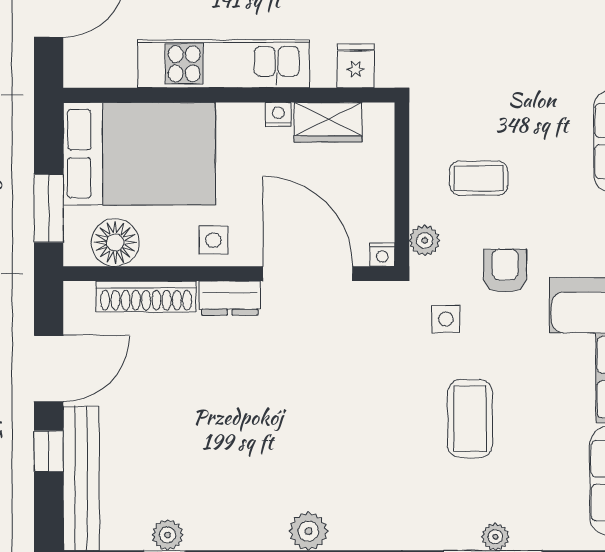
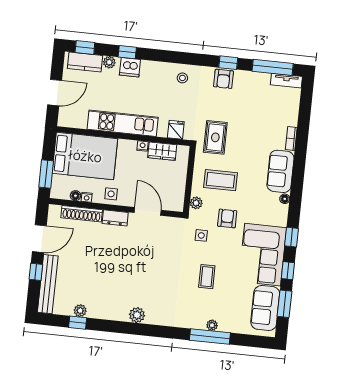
rug: (455, 75) -> (215, 137), added
coffee table: (479, 178) -> (221, 180), width x1.36, depth x1.30
floor lamp: (115, 242) -> (75, 196), width x0.53, depth x0.53
nightstand: (382, 255) -> (87, 197), moved
door: (308, 274) -> (148, 211), width x0.73
coffee table: (470, 419) -> (207, 277), width x0.73, depth x0.77

